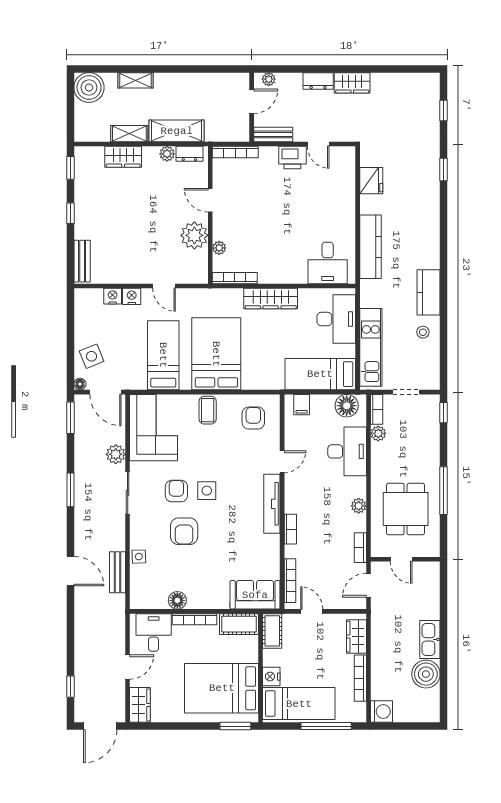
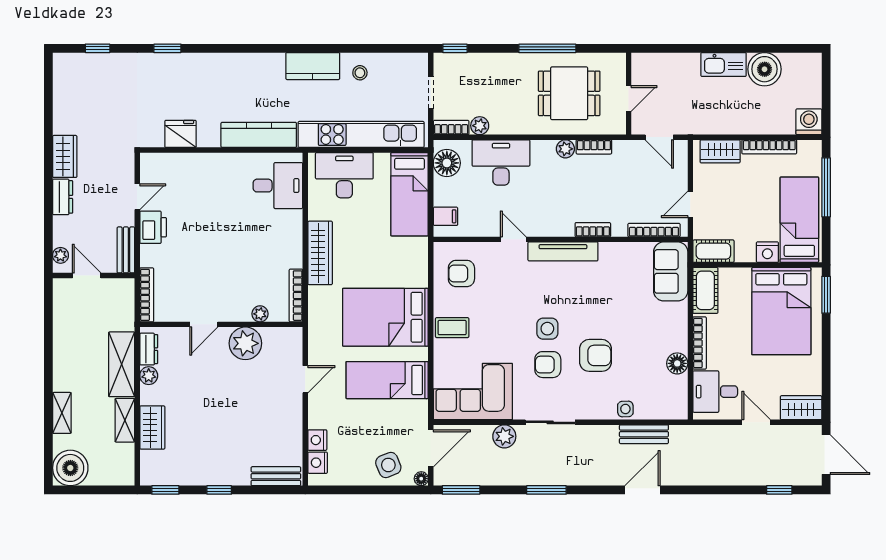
nightstand: (132, 296) -> (318, 463), moved
kitchen unit: (371, 347) -> (361, 134), width x1.36
bookcase: (360, 548) -> (594, 147), moved

